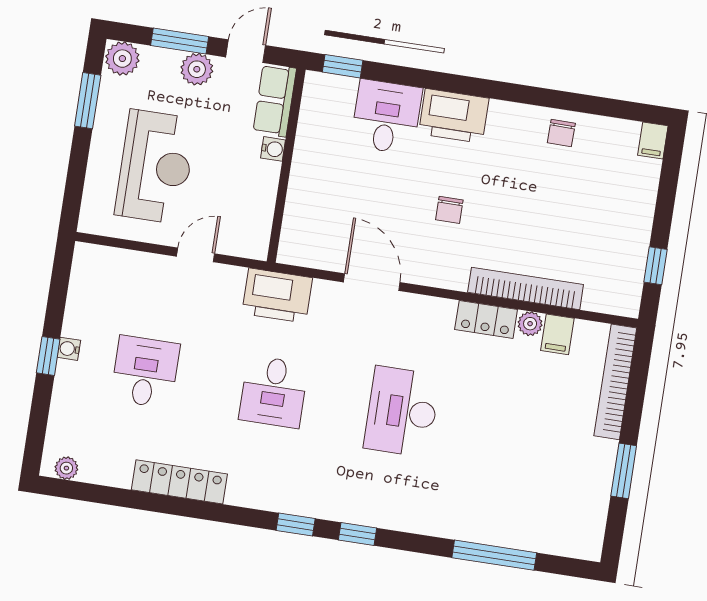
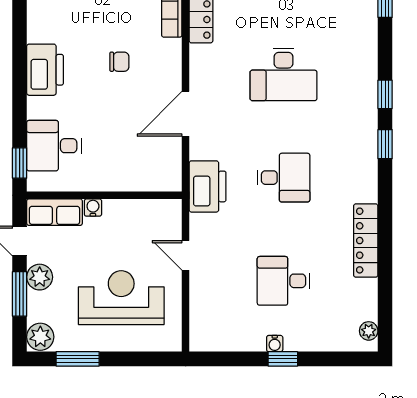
desk: (386, 117) -> (54, 146), moved

